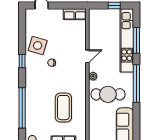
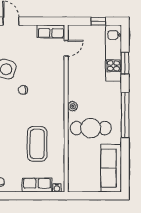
kitchen unit: (127, 40) -> (113, 53), width x0.73
window: (136, 40) -> (125, 63), width x0.69
door: (87, 56) -> (66, 48), moved

